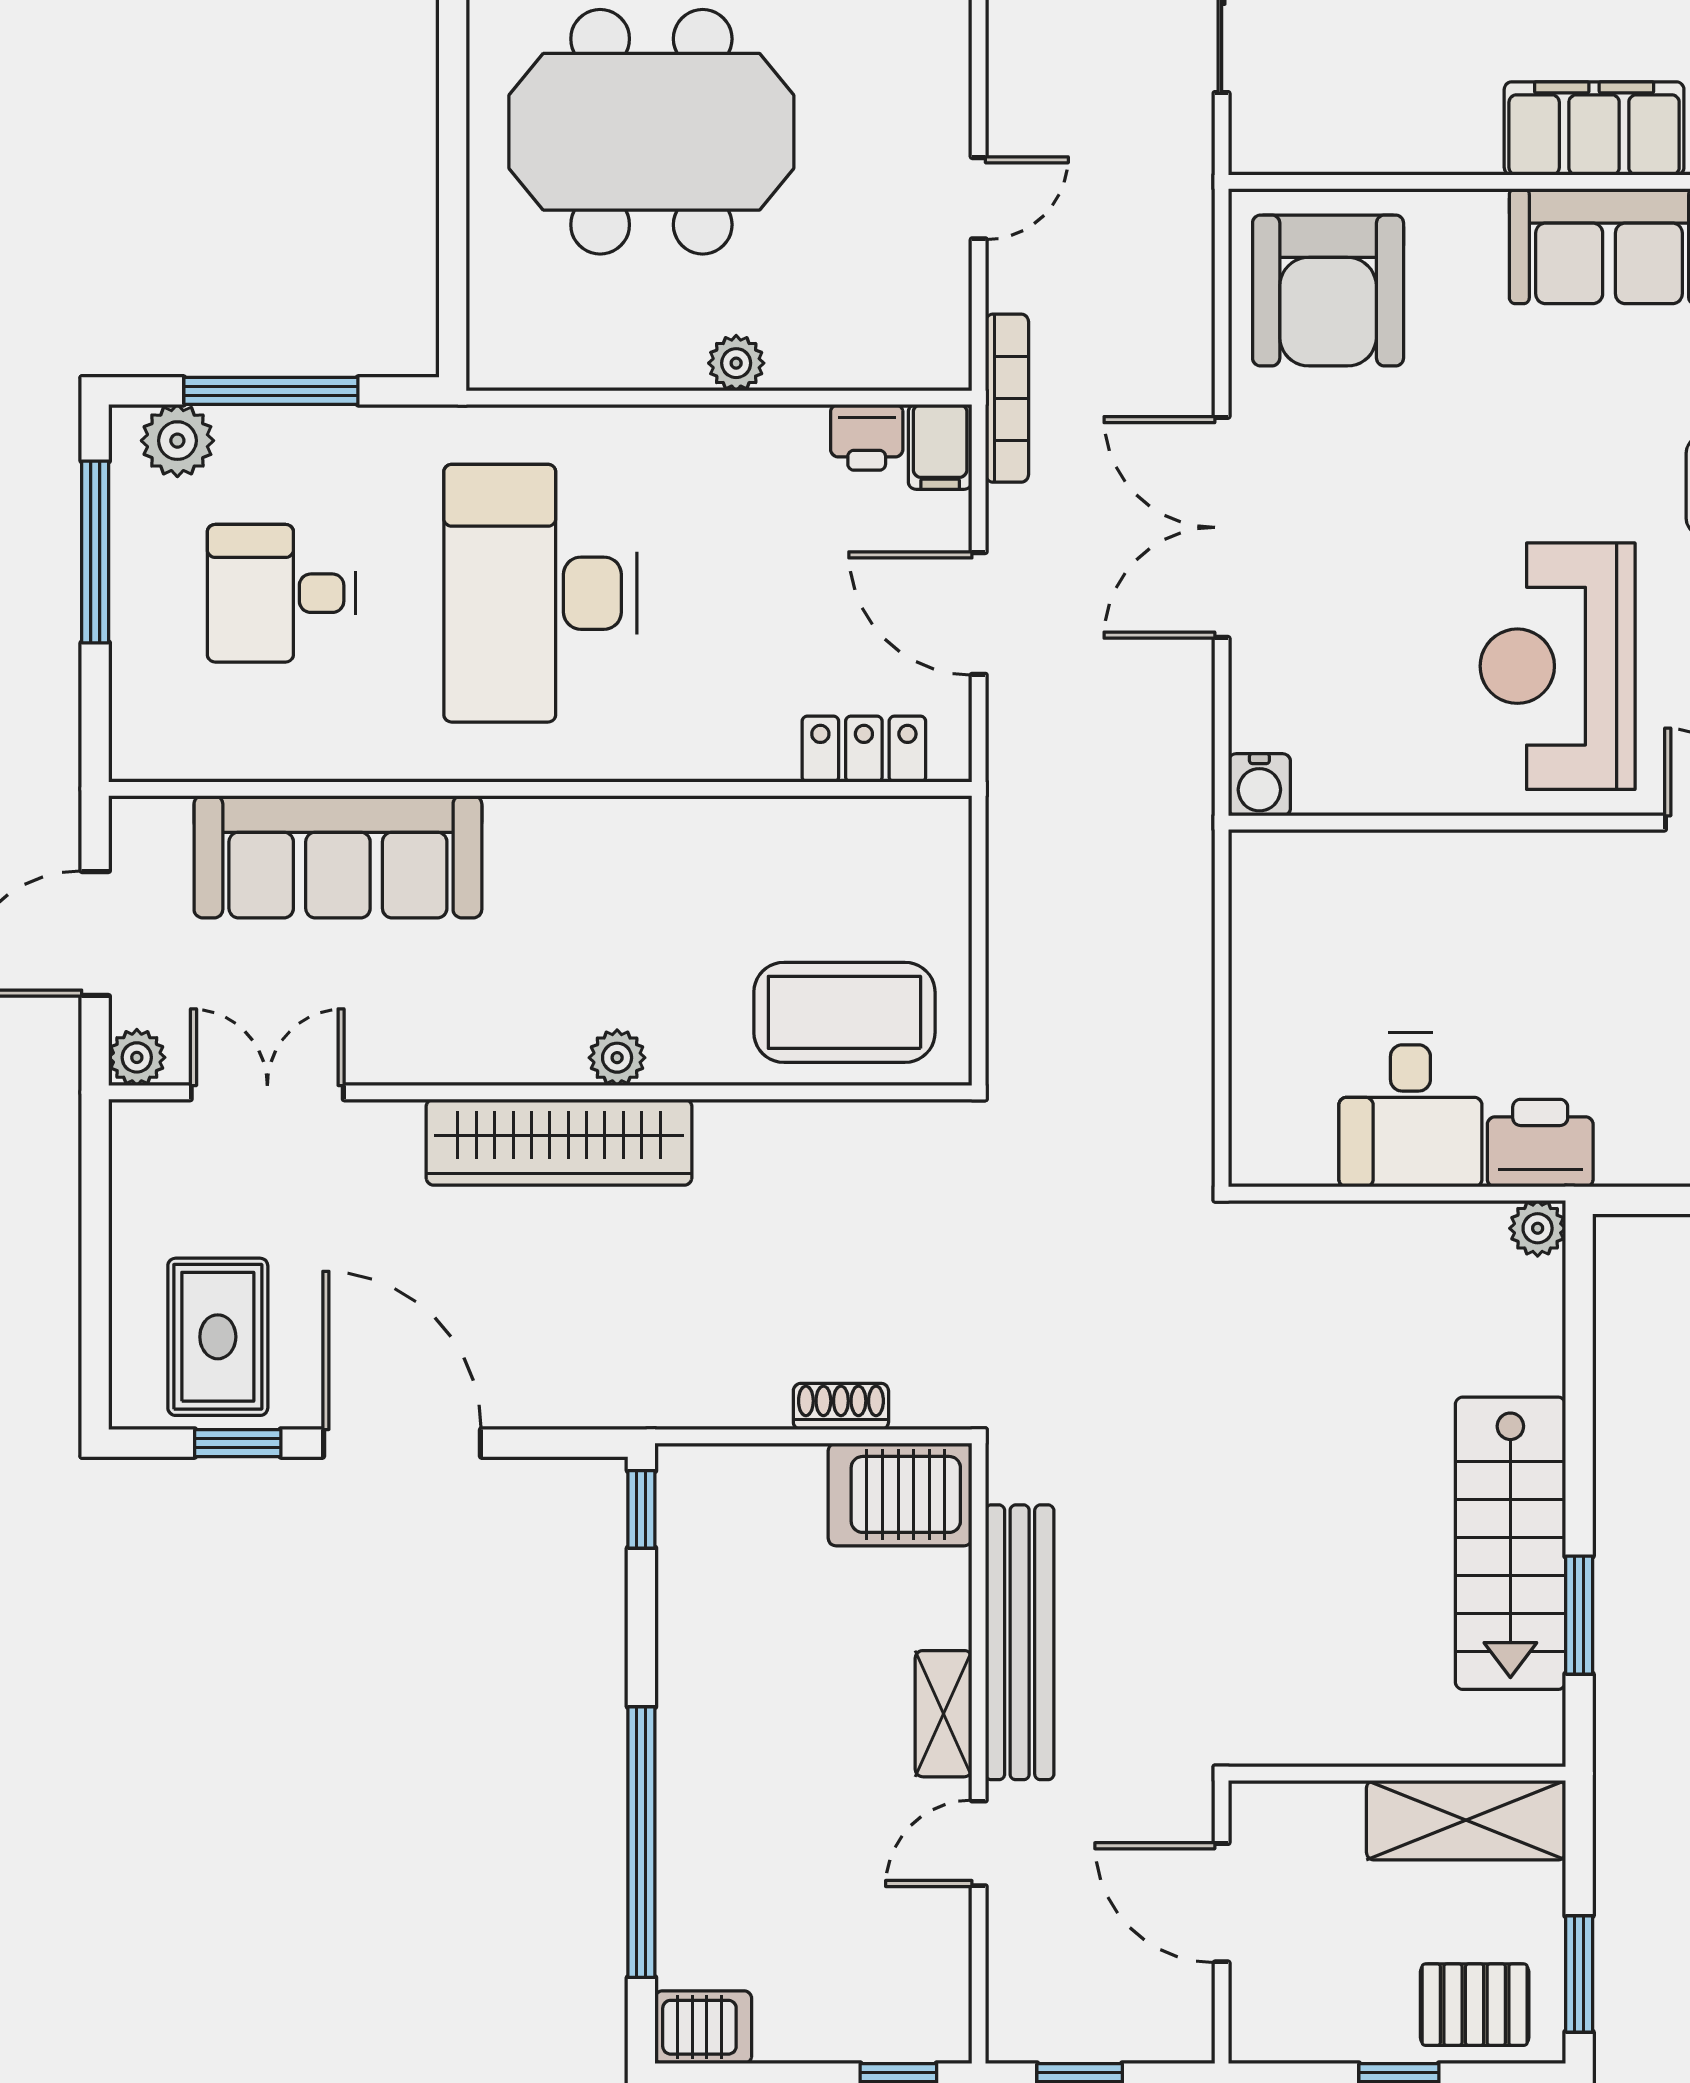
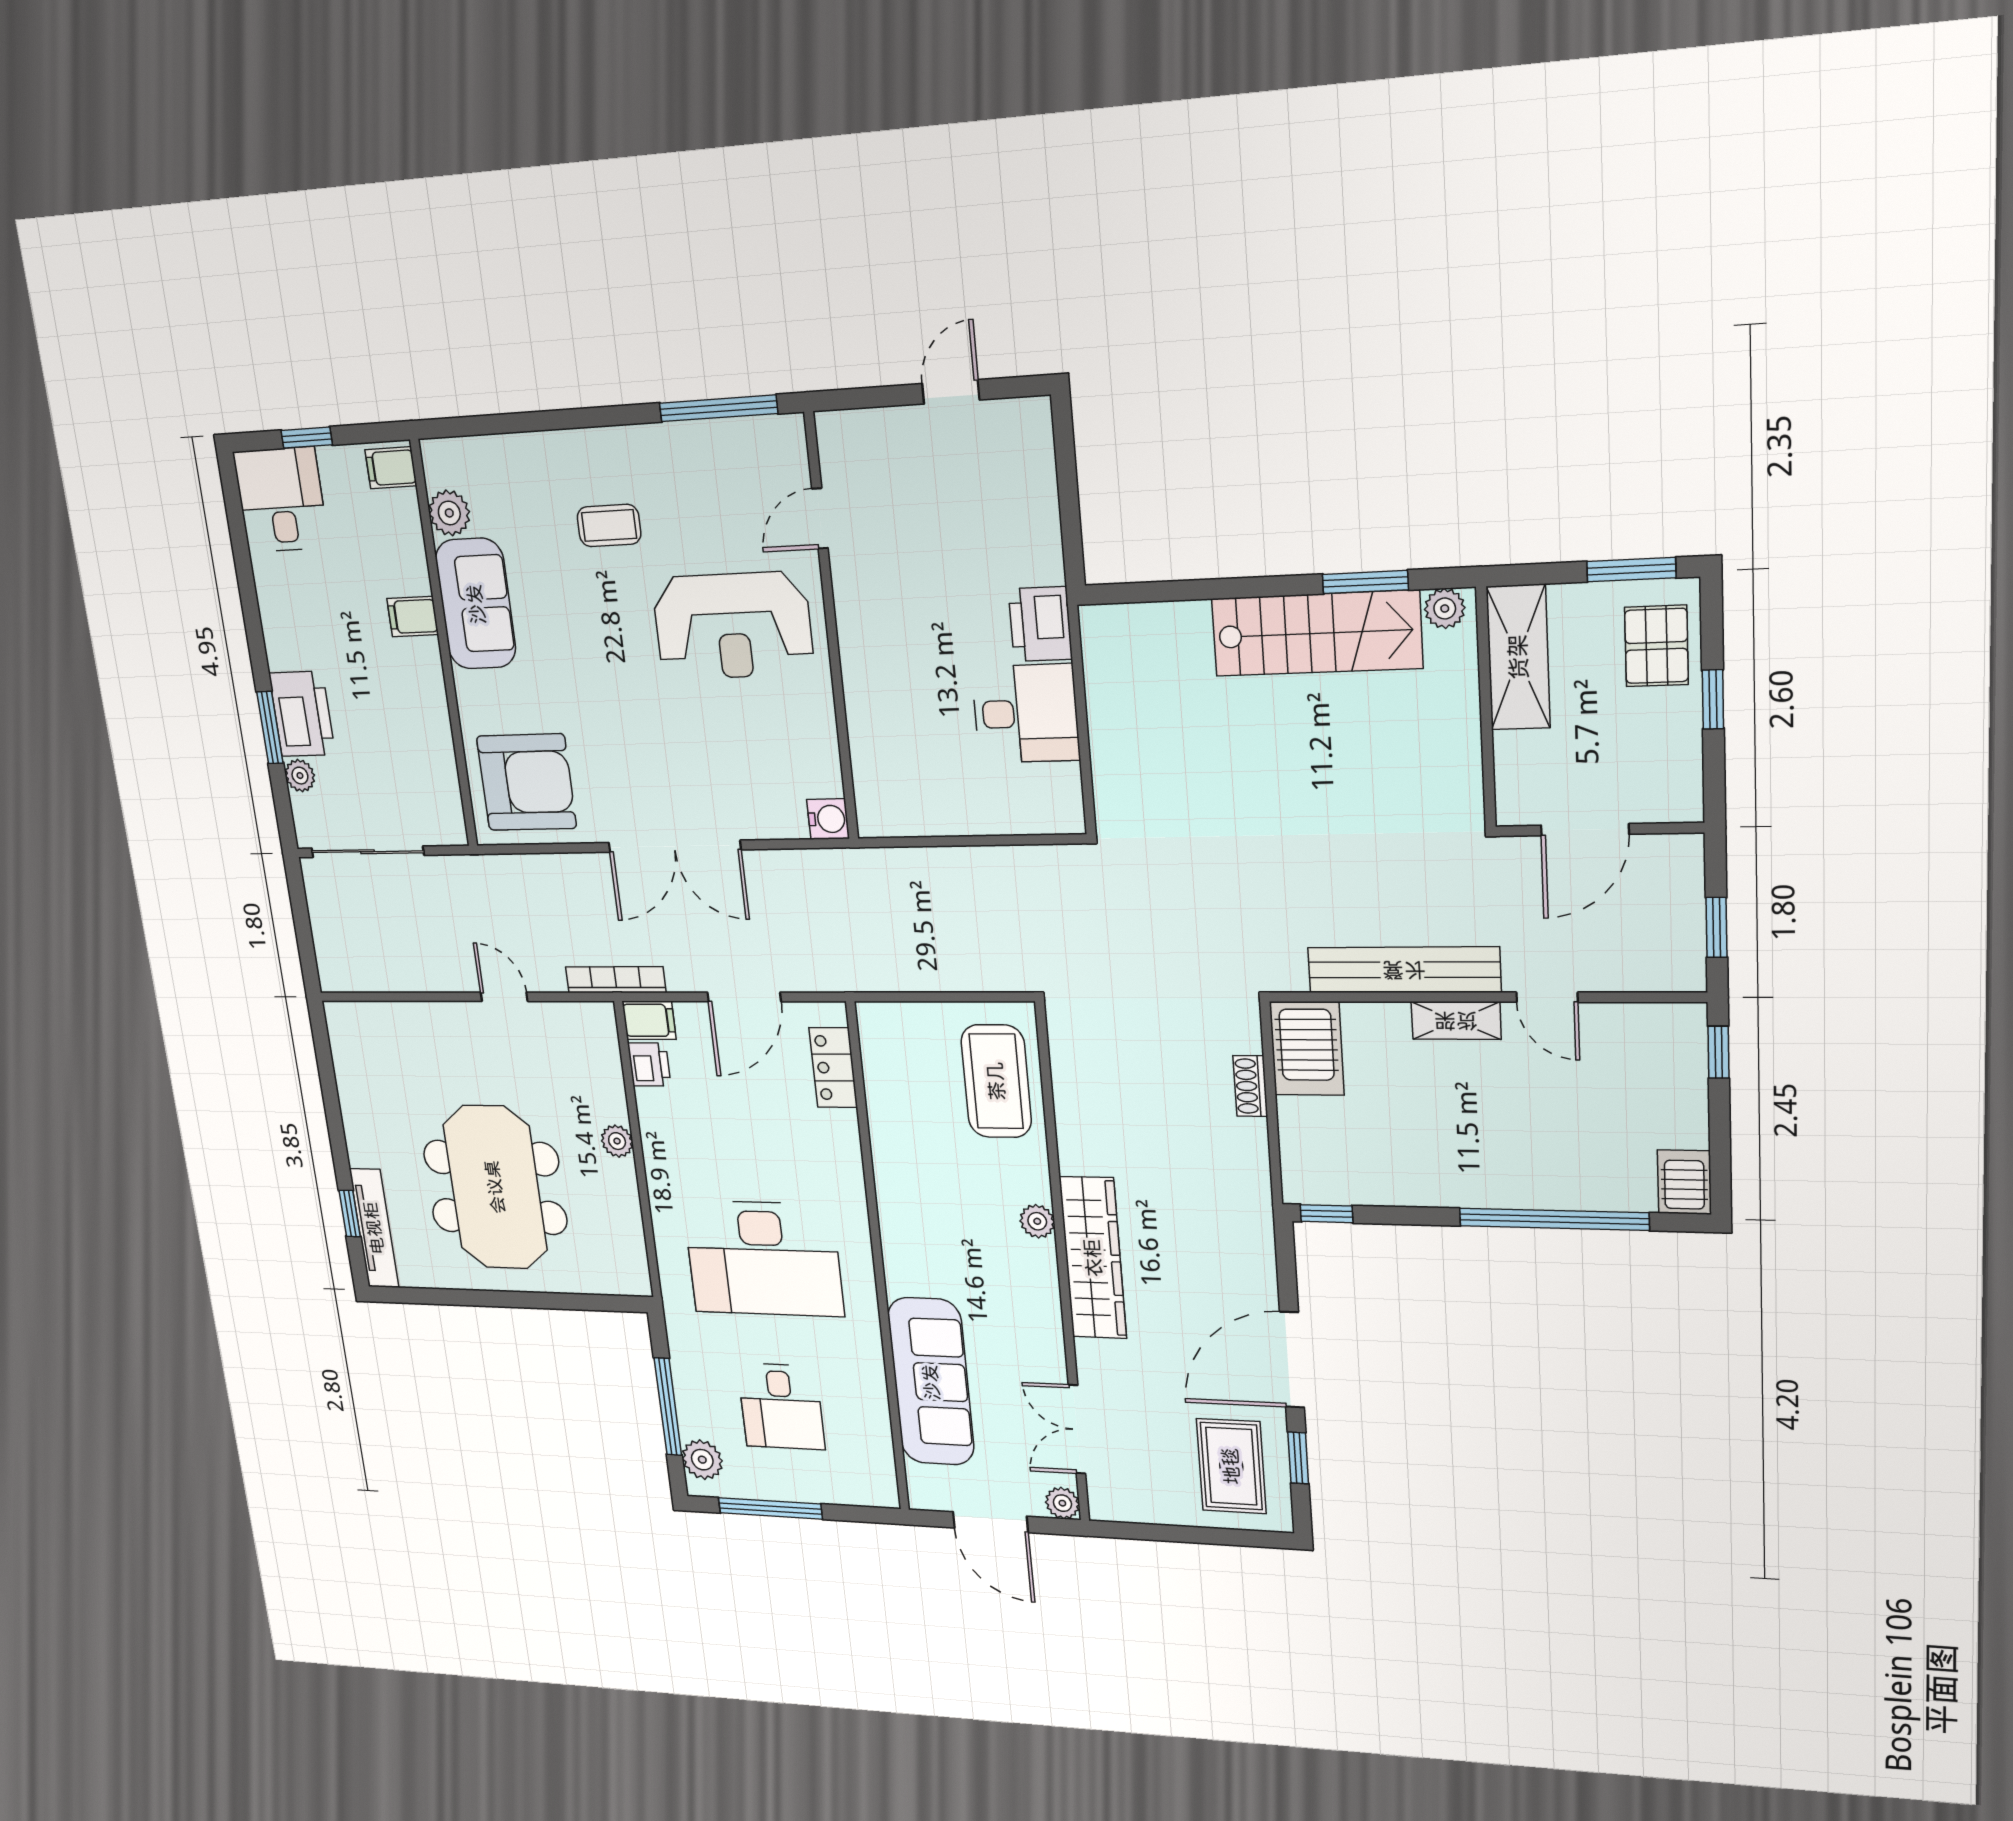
filing cabinet: (1594, 128) -> (413, 616), width x0.33, depth x0.86
plant: (1538, 1228) -> (1445, 608), moved
rug: (218, 1337) -> (1231, 1466), turned 90

